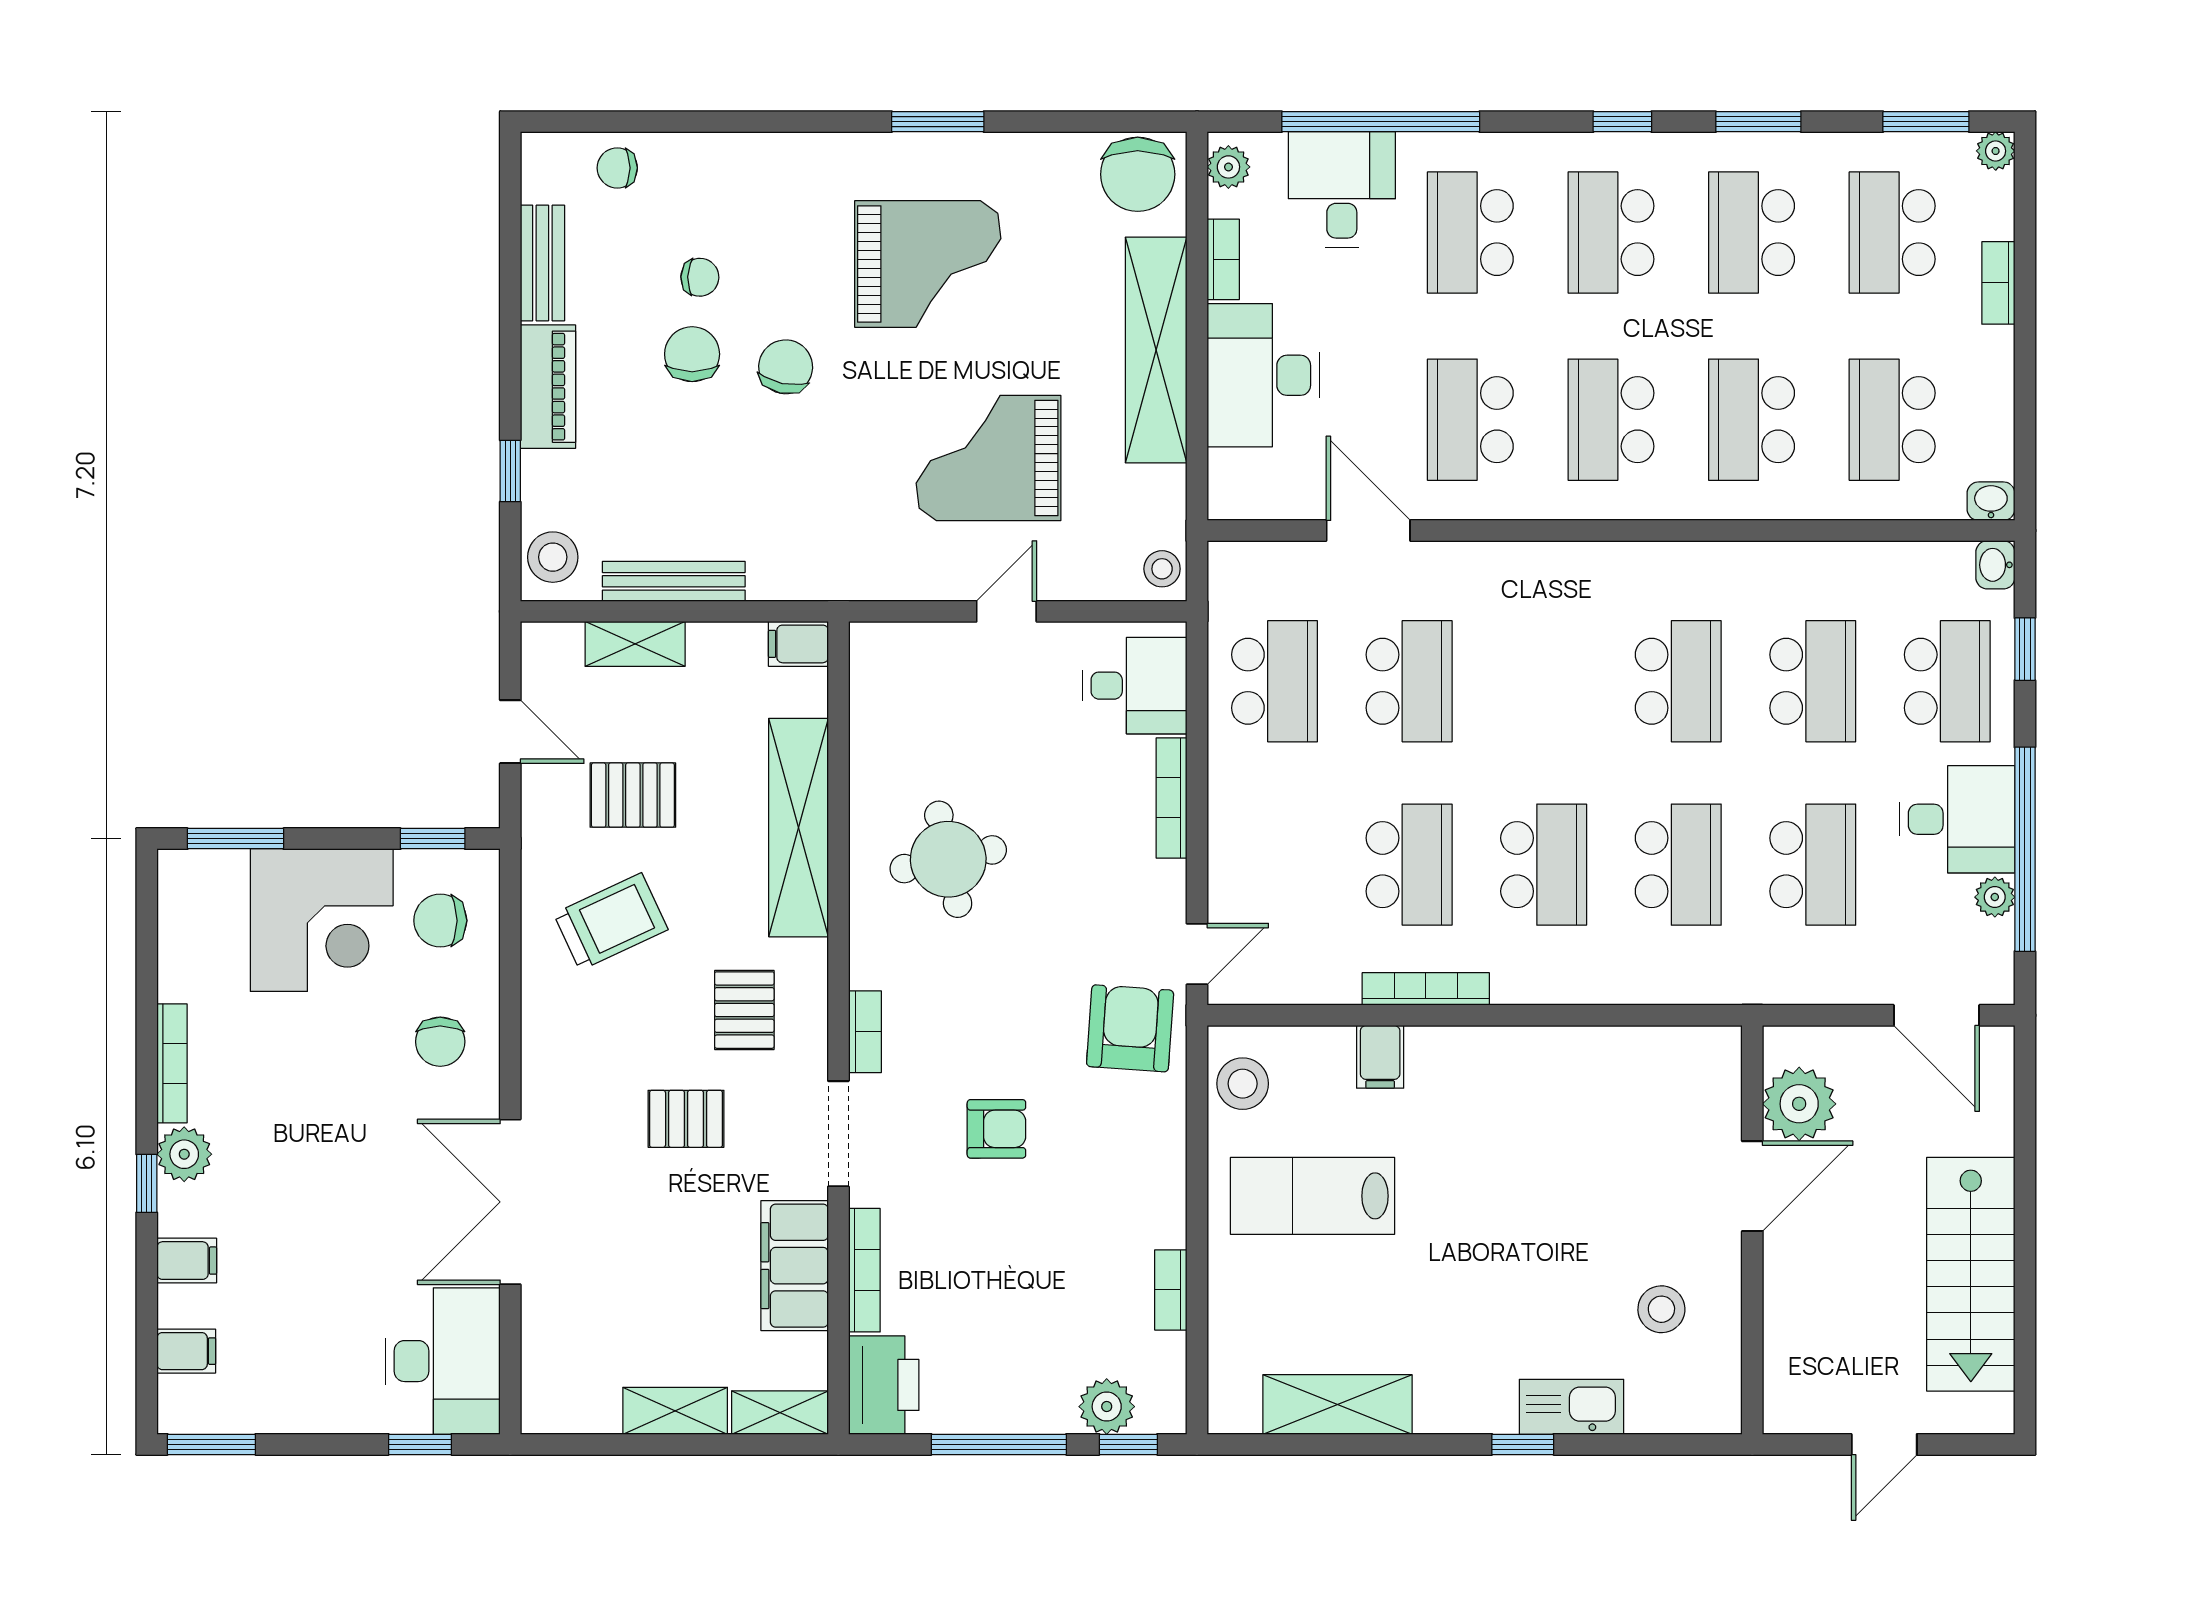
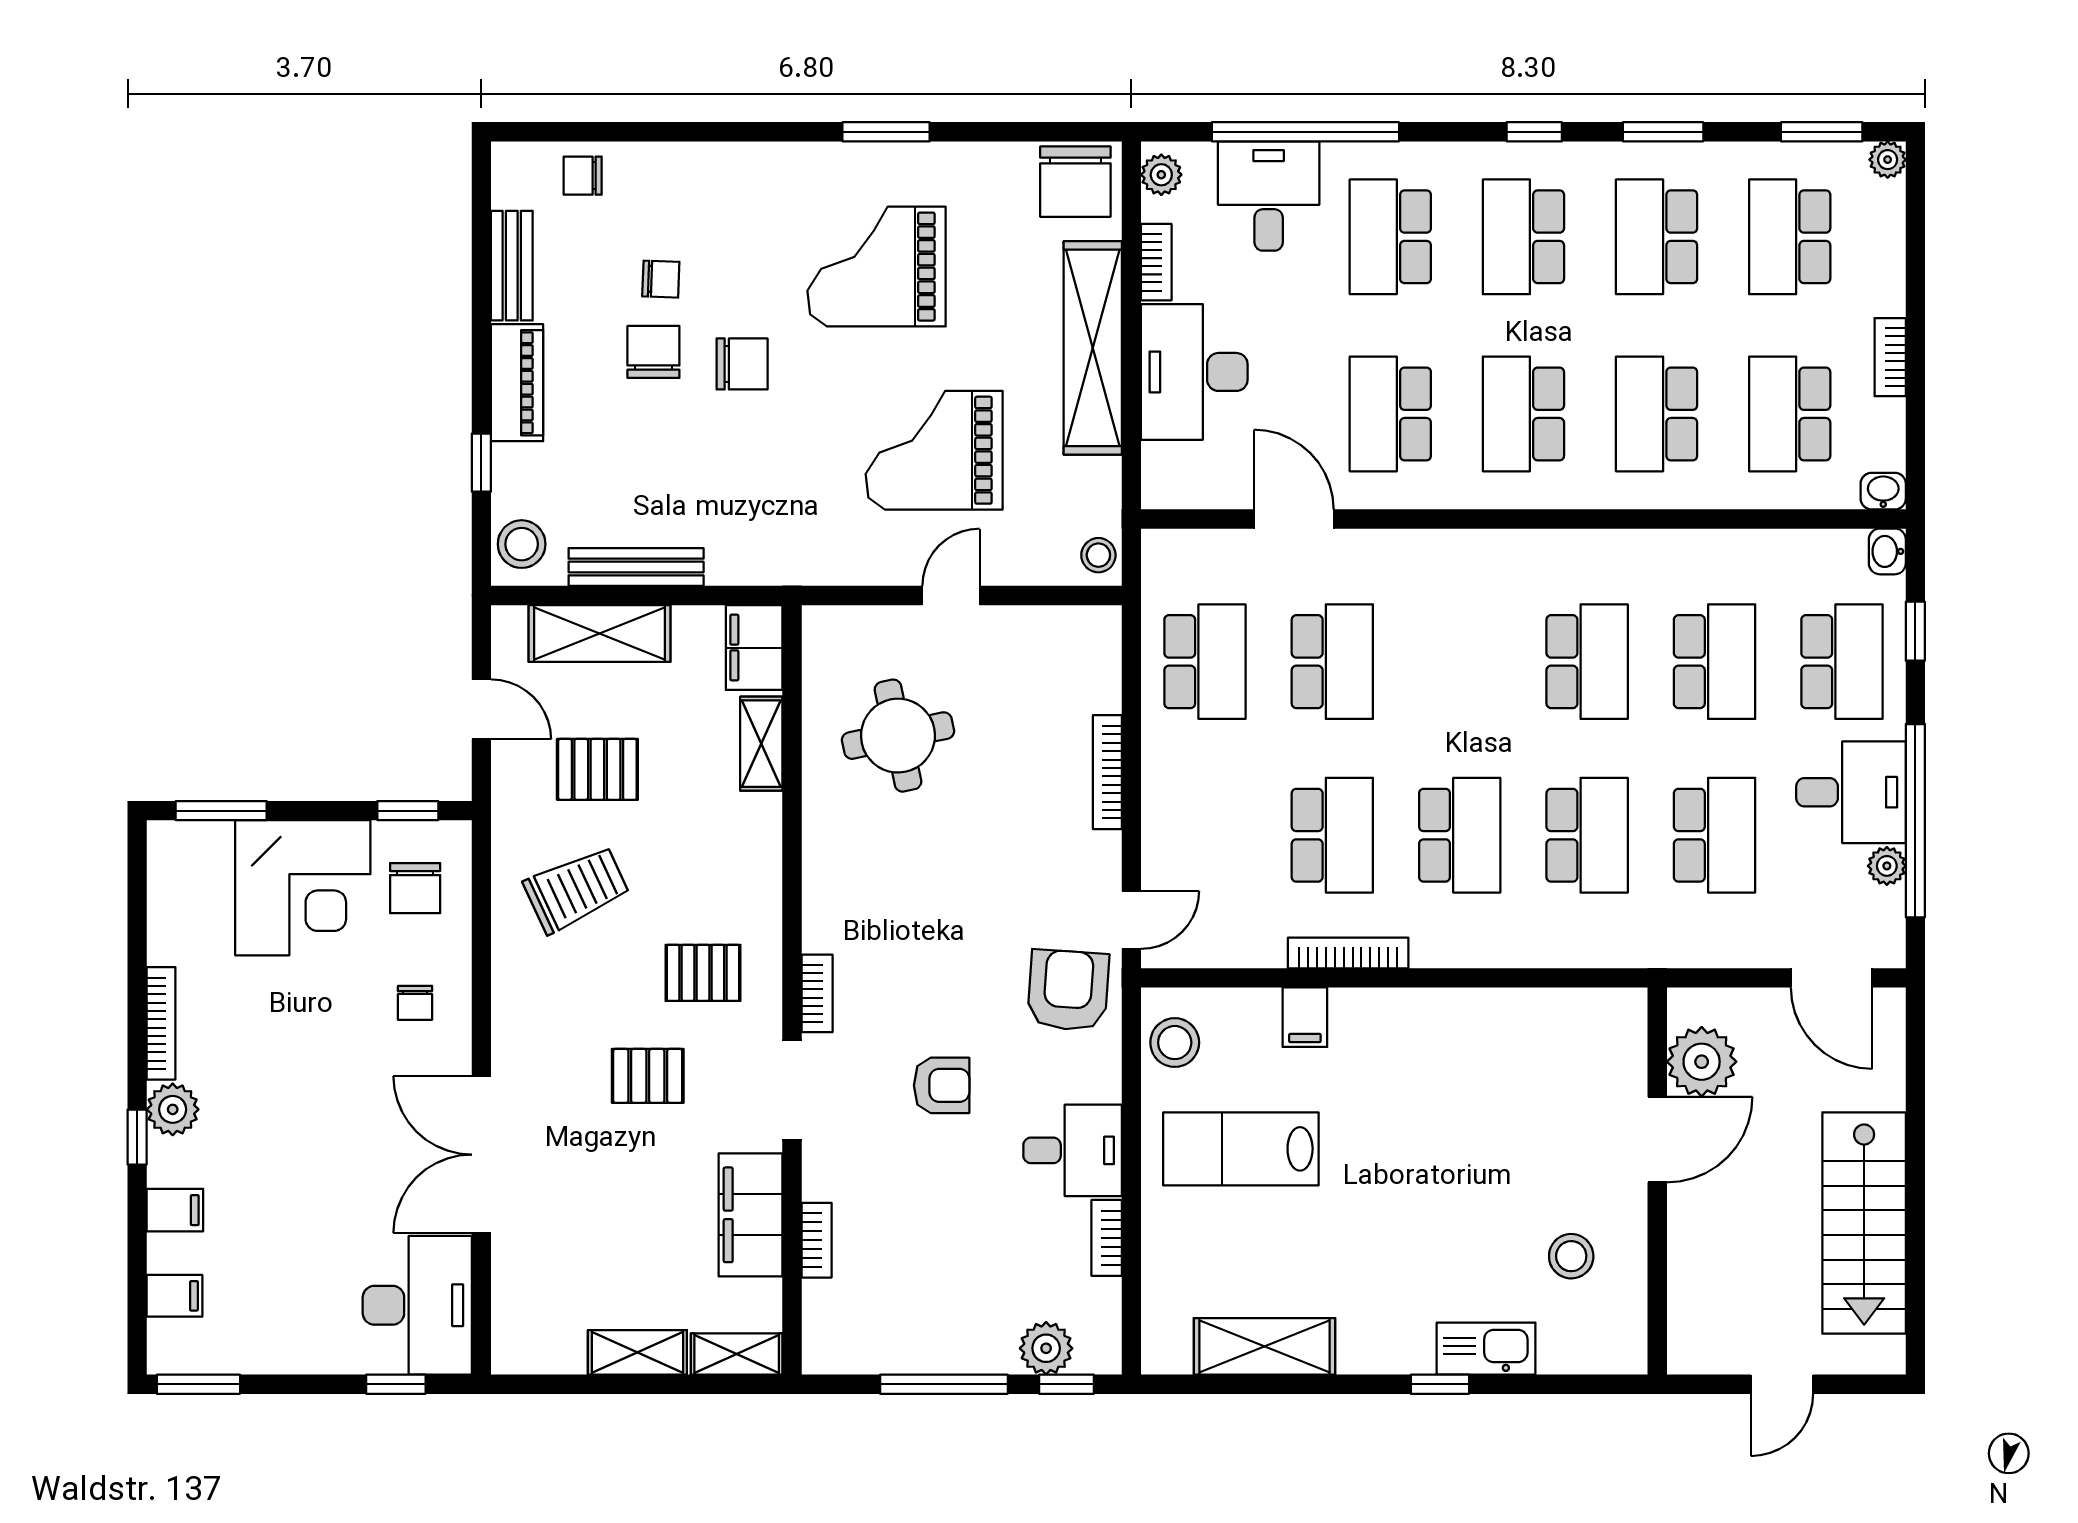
grand piano: (928, 264) -> (877, 267), turned 180
bookcase: (1998, 283) -> (1890, 357), moved
chair: (786, 367) -> (742, 364), turned 78
shelving: (635, 644) -> (599, 633), width x1.50, depth x1.33
filing cabinet: (798, 644) -> (754, 648), width x2.00
desk: (1135, 686) -> (1073, 1150), moved
shelving: (799, 828) -> (761, 744), width x0.45, depth x0.75
round table: (948, 859) -> (898, 736), moved
chair: (440, 921) -> (415, 888), turned -90
pallet: (744, 1010) -> (703, 973), turned 90
chair: (440, 1042) -> (415, 1003), width x0.73, depth x0.73
bookcase: (864, 1270) -> (817, 1240), width x0.64
printer: (884, 1385) -> (835, 1328), removed

